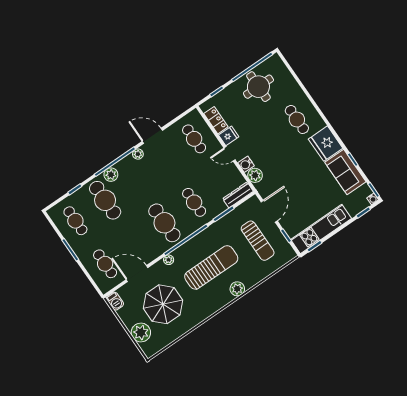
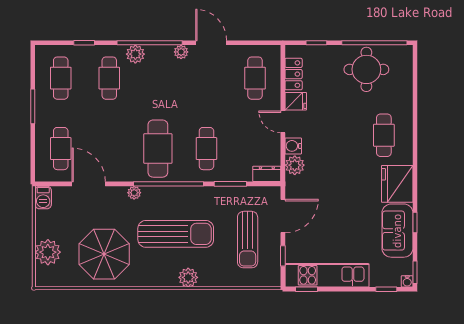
dresser: (238, 195) -> (267, 174), width x0.70
cafe table: (105, 200) -> (109, 78), width x0.73, depth x0.74
parasol: (163, 304) -> (104, 254), moved

